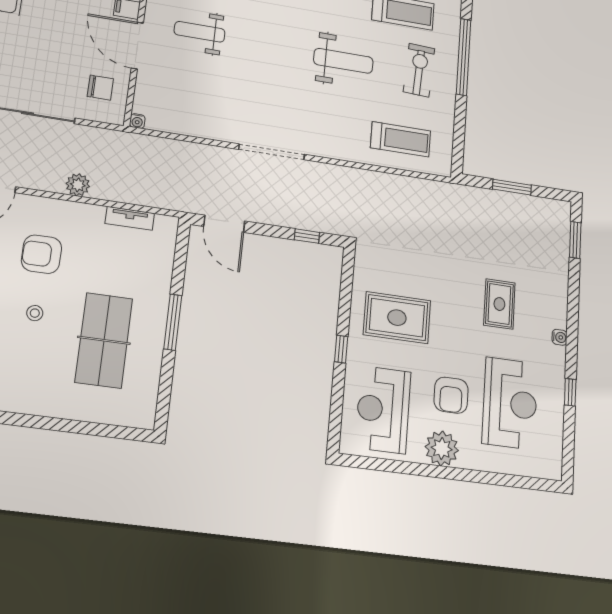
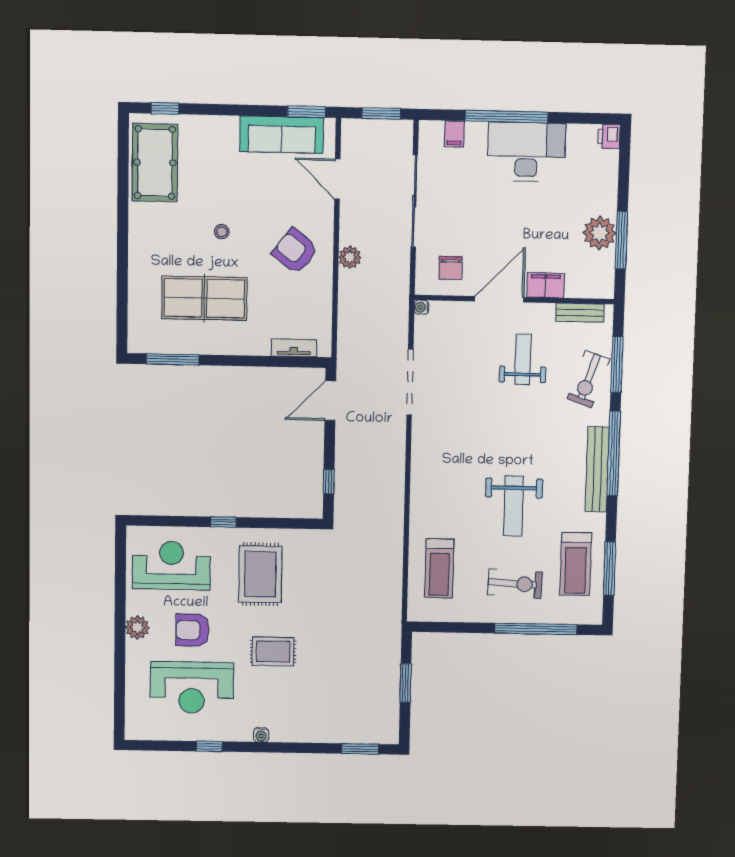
doorway: (272, 152) -> (410, 382), moved
tv unit: (130, 218) -> (294, 348), moved, turned 90
armchair: (41, 254) -> (295, 251), moved, turned -52
rug: (499, 304) -> (273, 652), moved
window: (173, 322) -> (173, 359), moved
plant: (442, 449) -> (137, 628), width x0.73, depth x0.73

